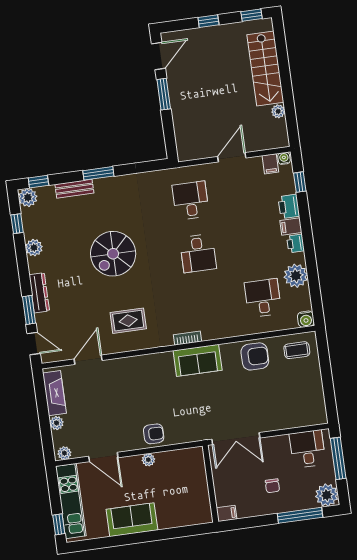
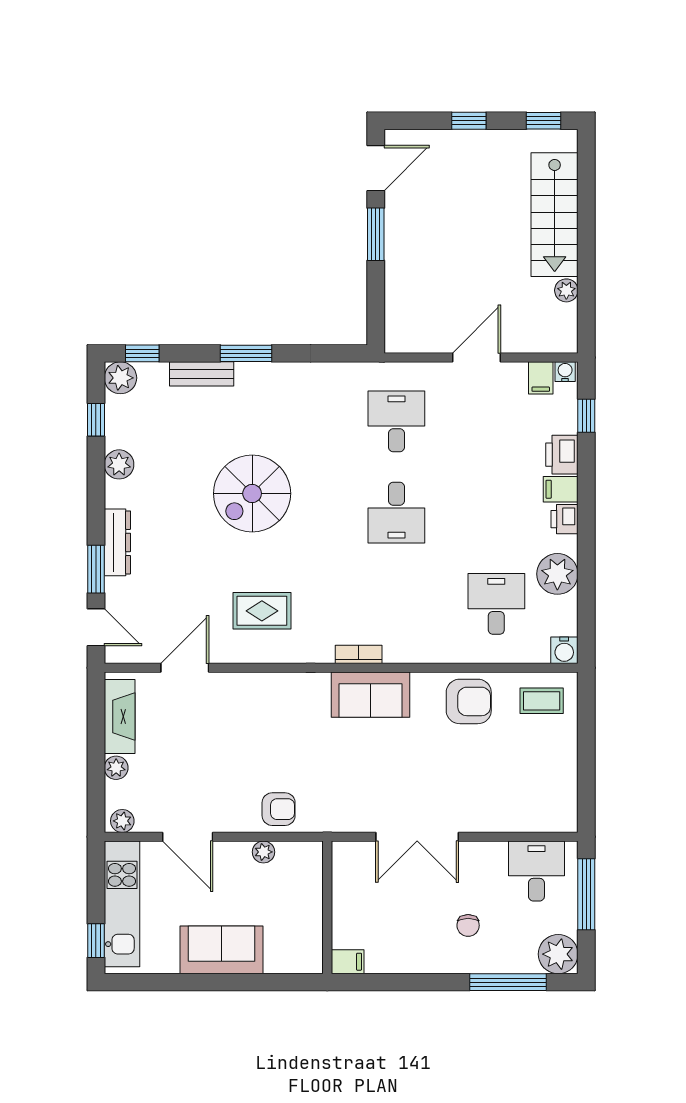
wall: (210, 484) -> (327, 907), moved
filing cabinet: (227, 513) -> (348, 962), moved

